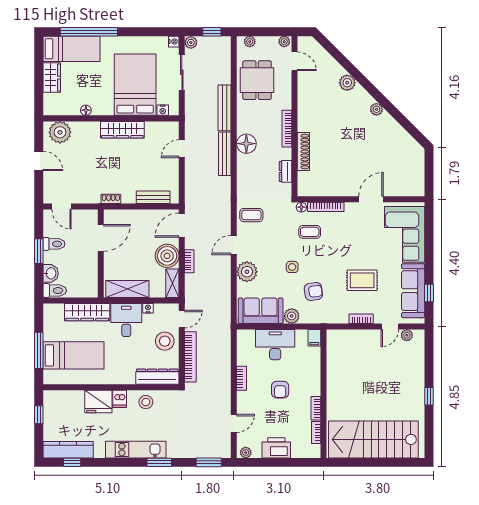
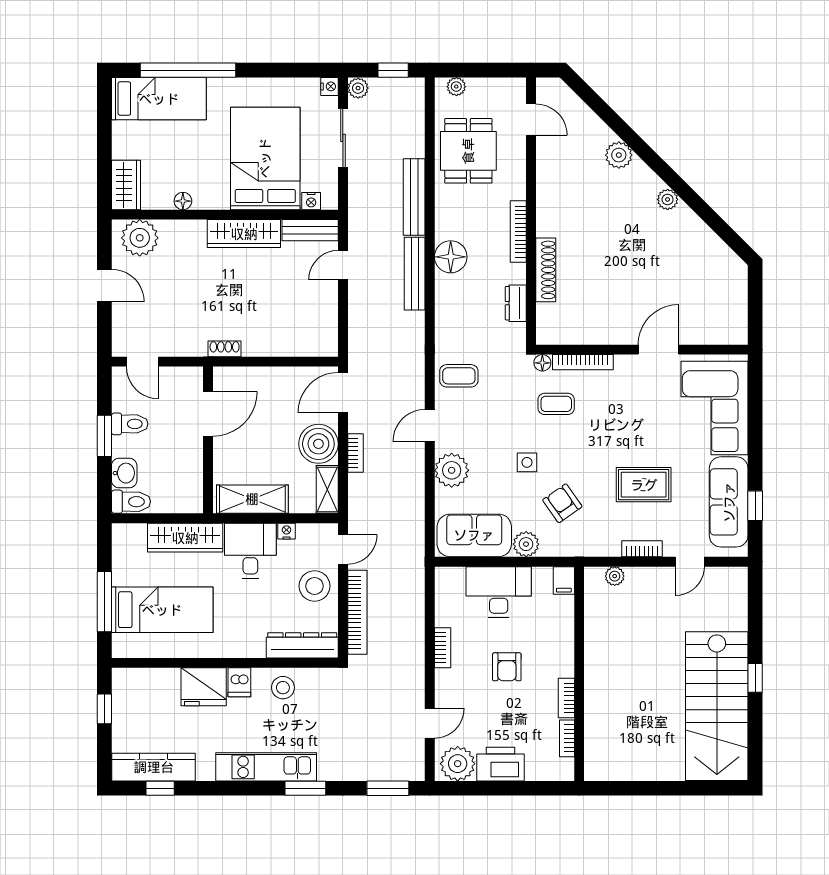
plant: (284, 42) -> (514, 87), removed
wardrobe: (52, 78) -> (126, 185), moved
bench: (153, 197) -> (310, 230), moved
armchair: (313, 291) -> (562, 503), turned -117
plant: (407, 335) -> (615, 576), moved
stairs: (373, 439) -> (717, 706), moved, turned -90
plant: (246, 452) -> (458, 764), width x1.88, depth x1.88

